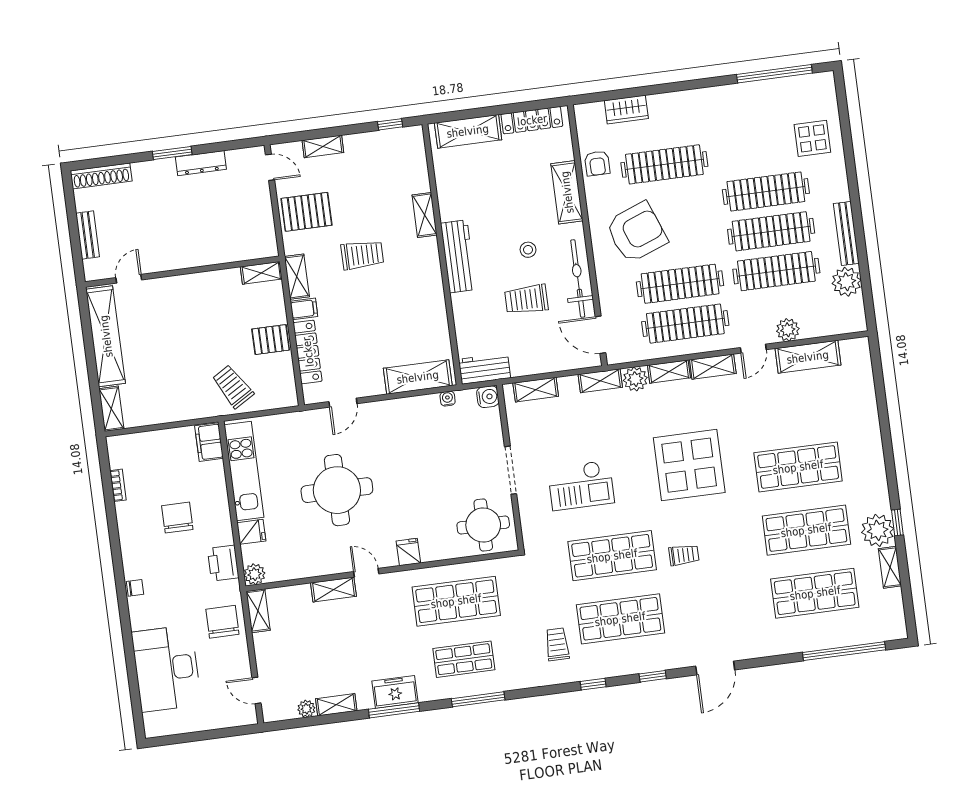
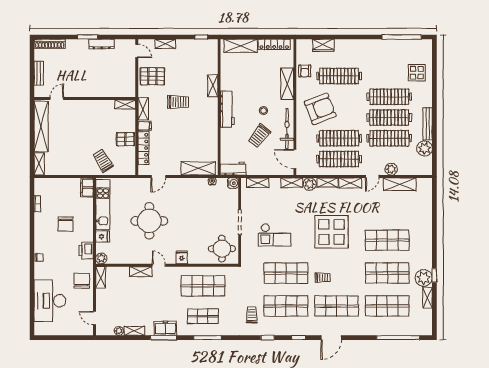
trolley: (526, 299) -> (259, 136), turned -52
chair: (177, 518) -> (66, 224), turned 180
shop shelf: (718, 606) -> (337, 306), added

